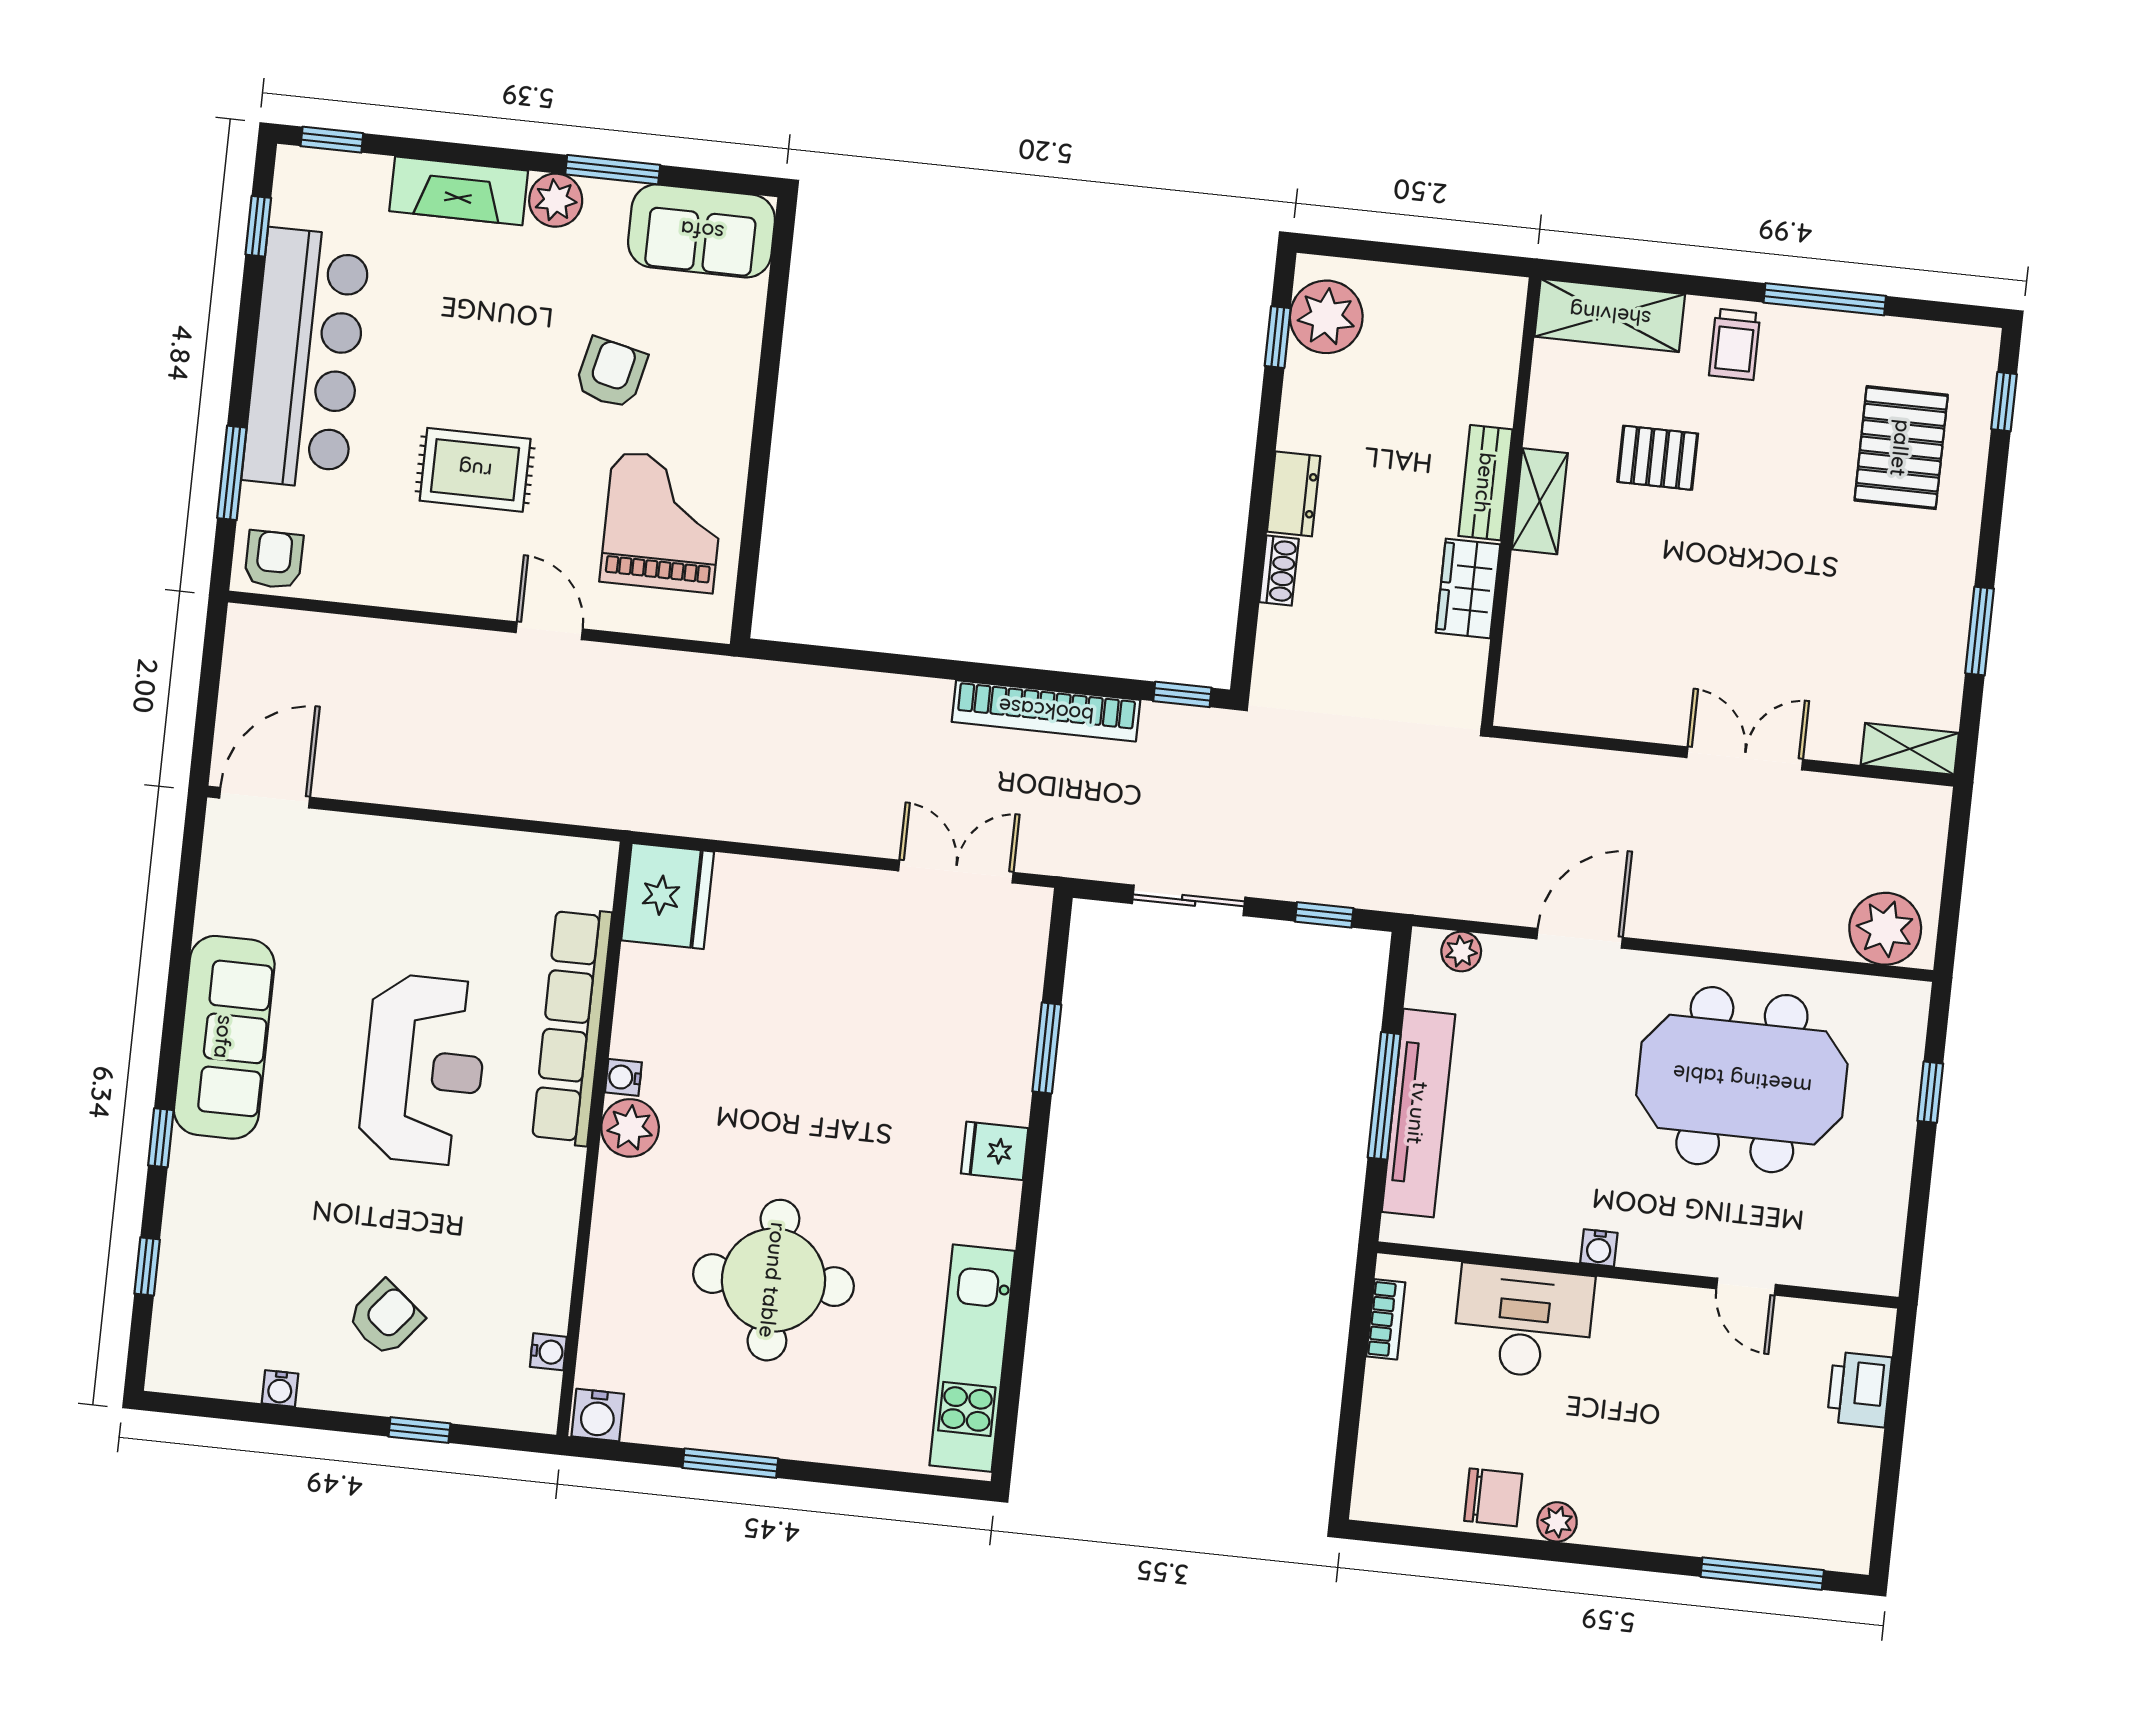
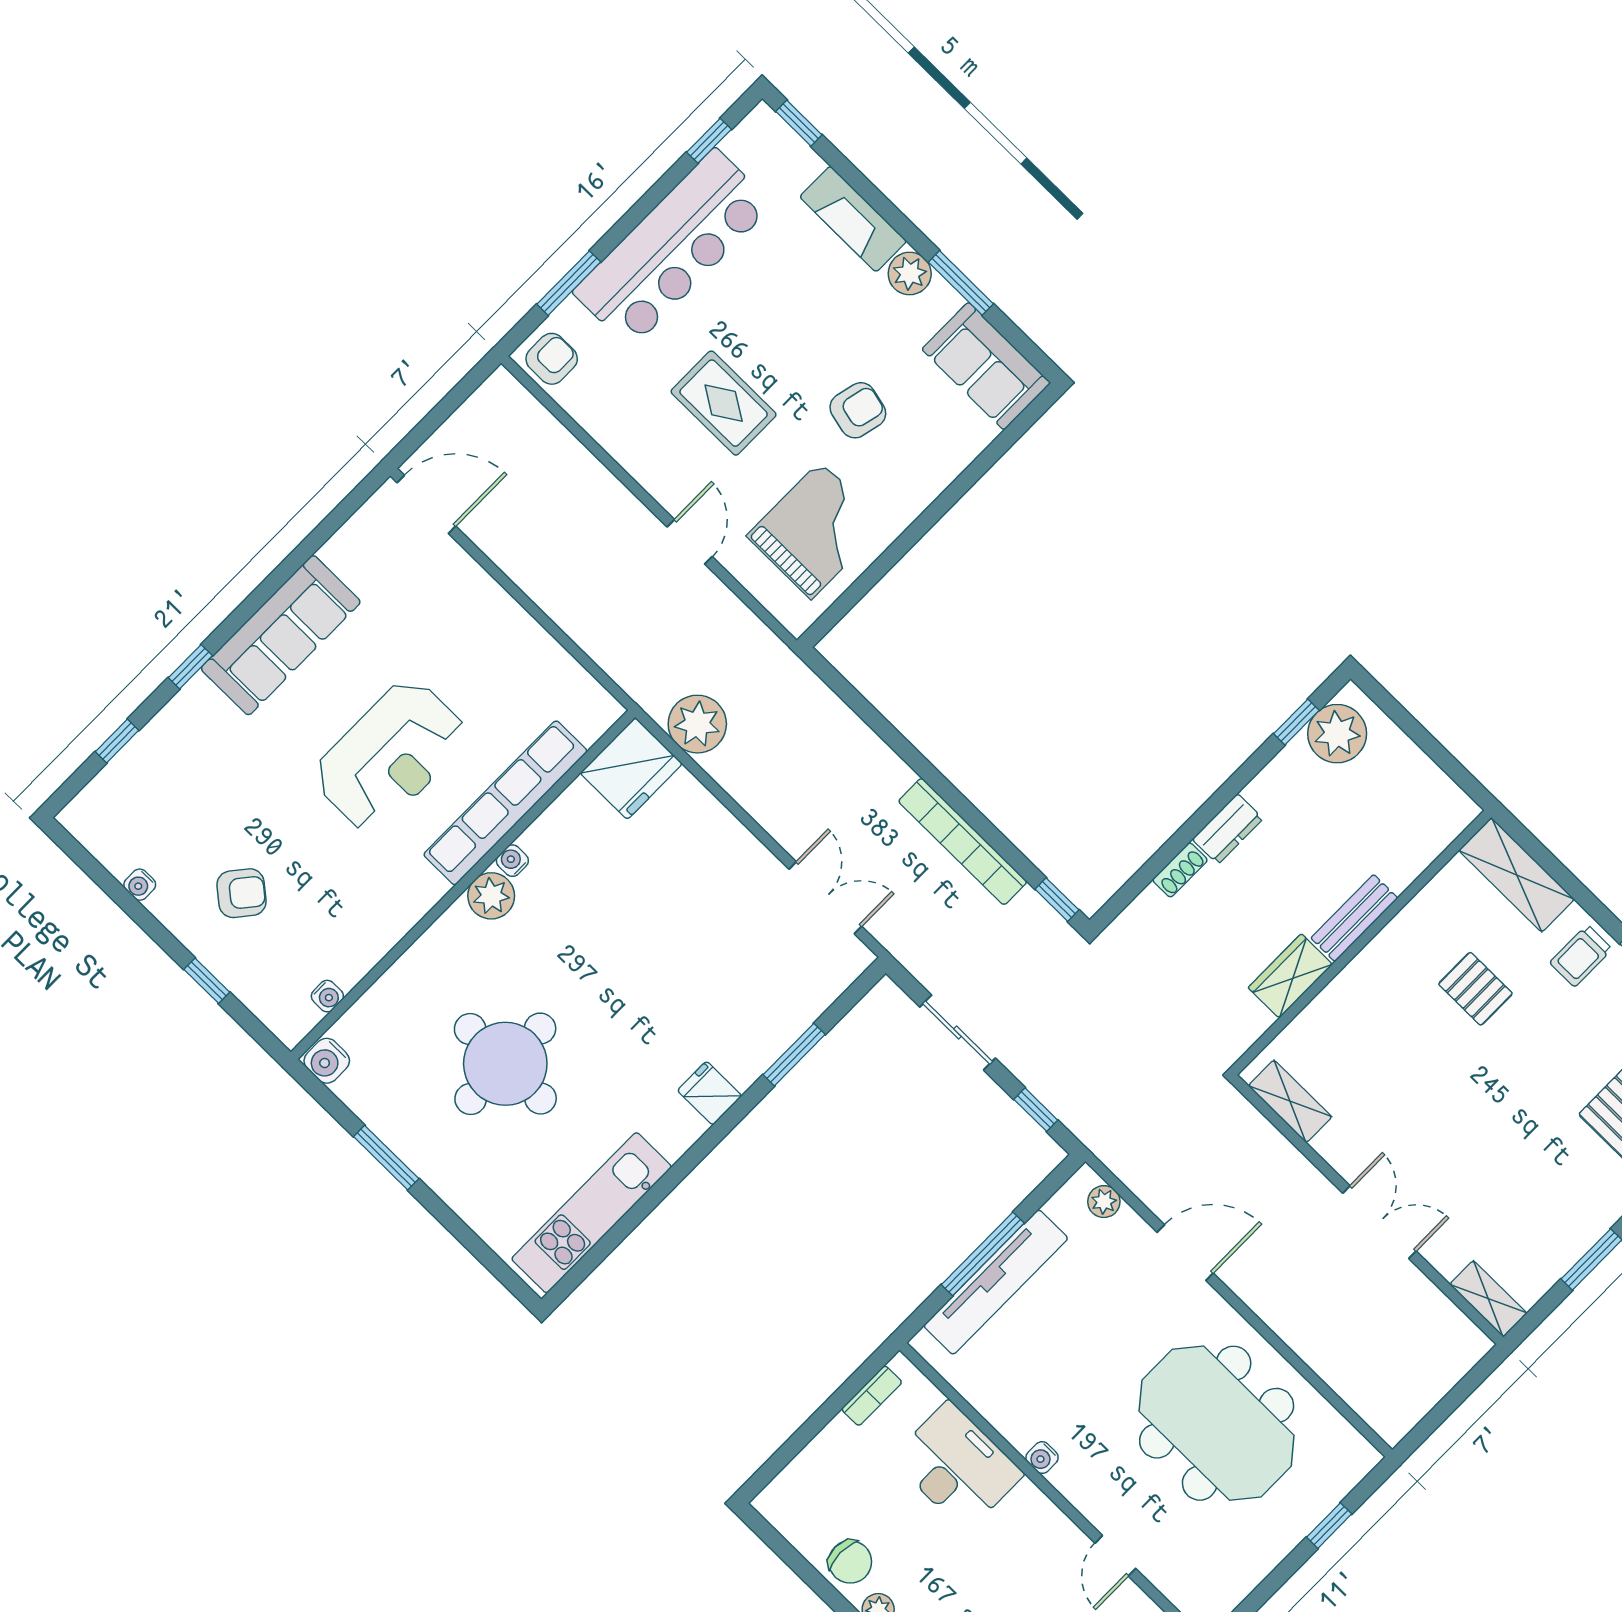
shelving: (1540, 501) -> (1290, 1101), moved, turned 90
plant: (1885, 929) -> (697, 724), moved

